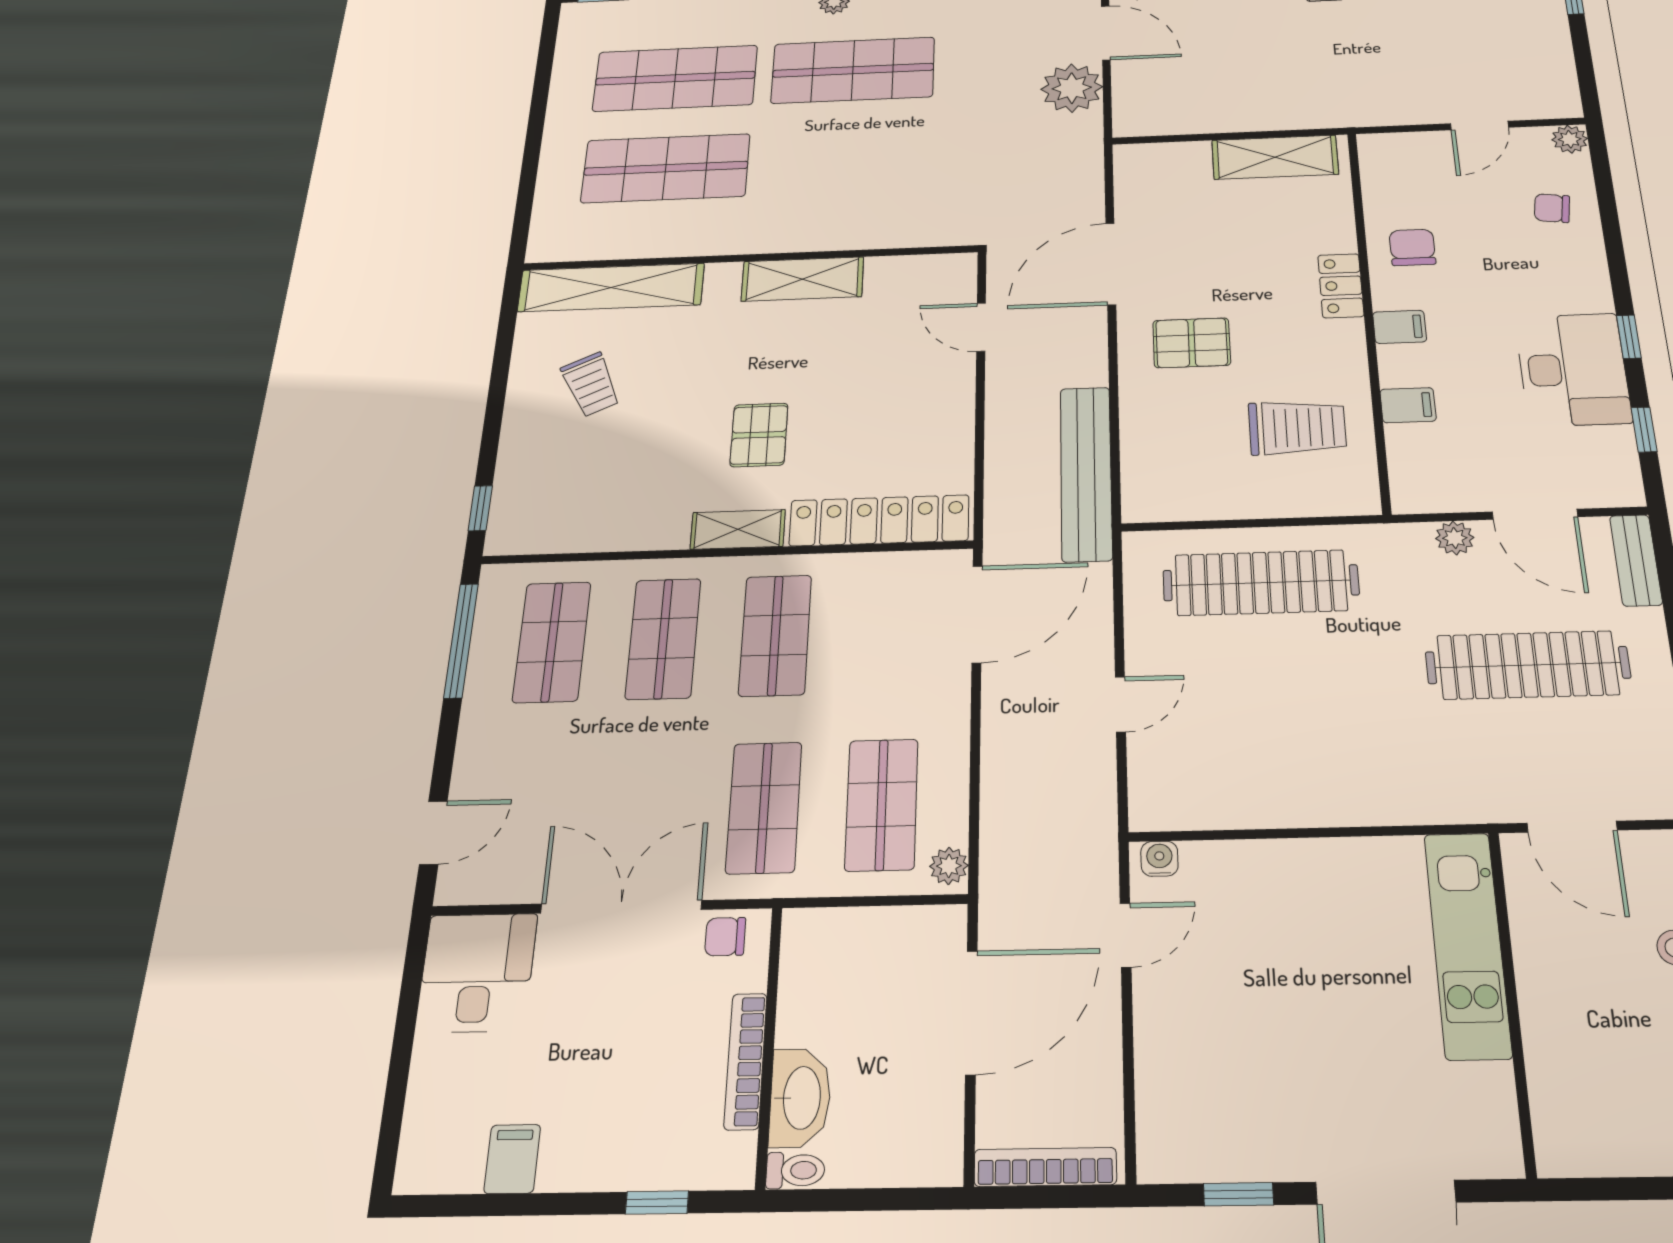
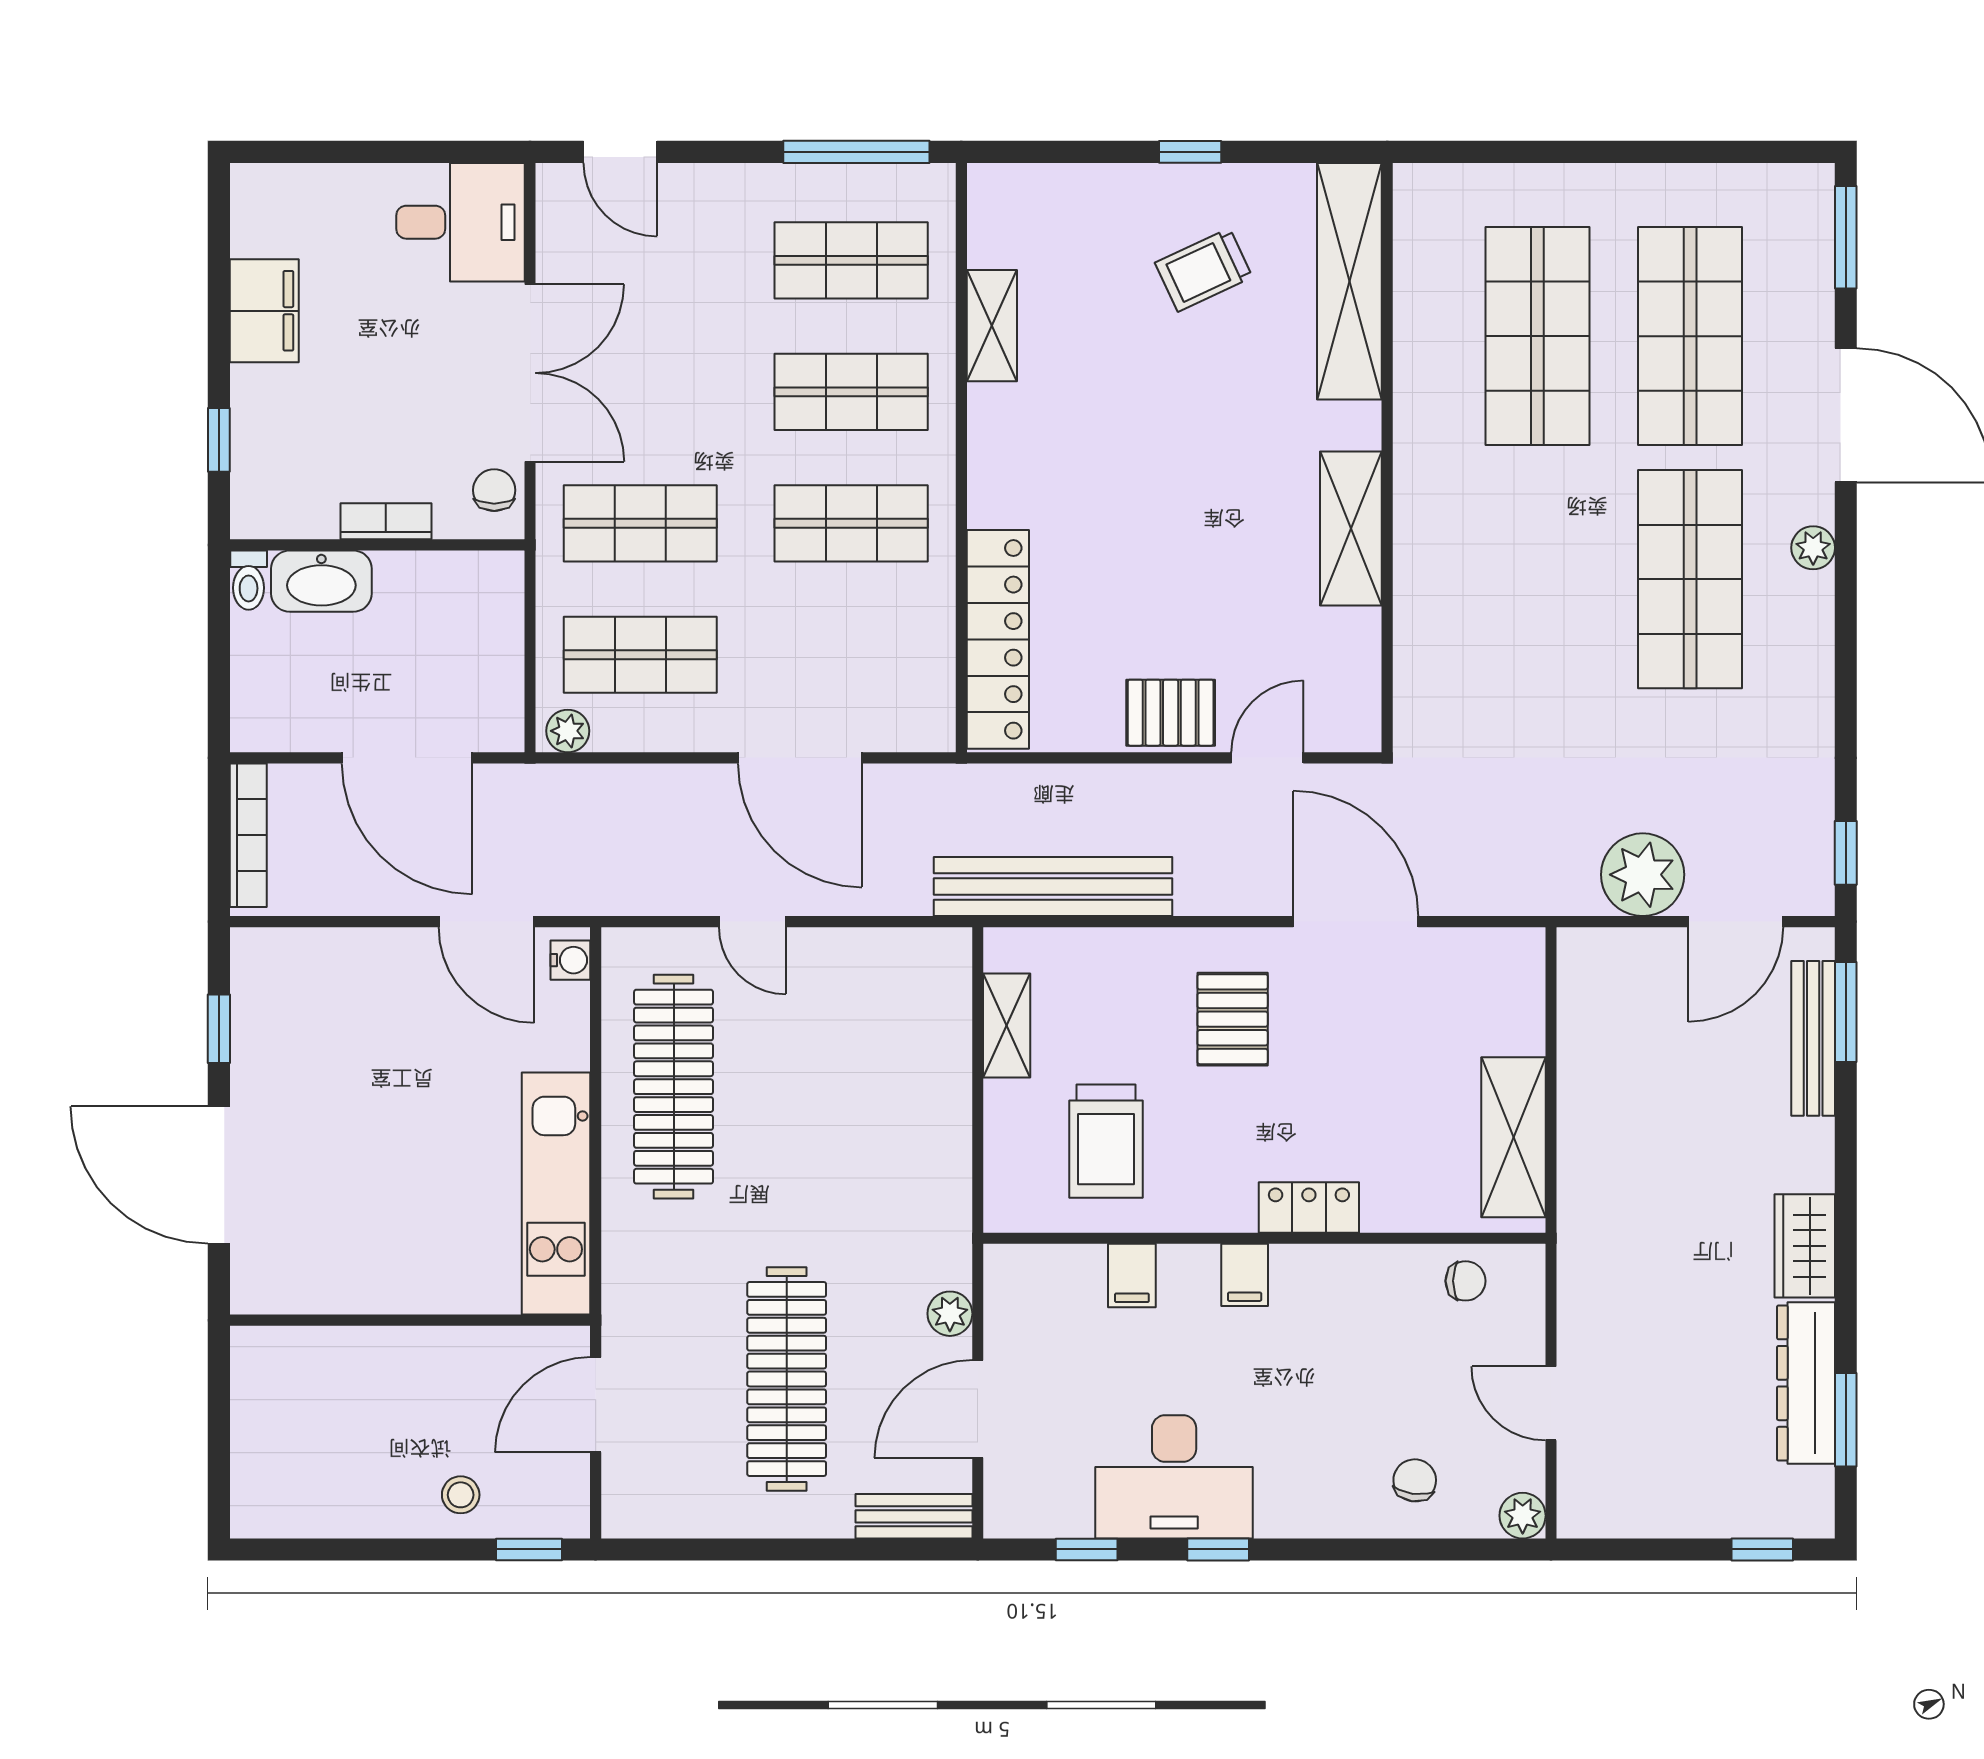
chair: (1412, 247) -> (1466, 1281), moved, width x0.73, depth x0.73
pallet: (759, 435) -> (1171, 713), moved
shelving: (1204, 503) -> (1007, 1026), added
window: (480, 508) -> (1190, 152), moved
shelving: (738, 529) -> (992, 326), moved
clothes rail: (1261, 583) -> (674, 1087), moved
door: (977, 614) -> (800, 758), moved
door: (1126, 935) -> (486, 922), width x1.38
kitchen unit: (1467, 944) -> (556, 1194), moved, turned -90
bookcase: (746, 1061) -> (386, 521), width x0.64
filing cabinet: (512, 1159) -> (264, 311), width x2.00

